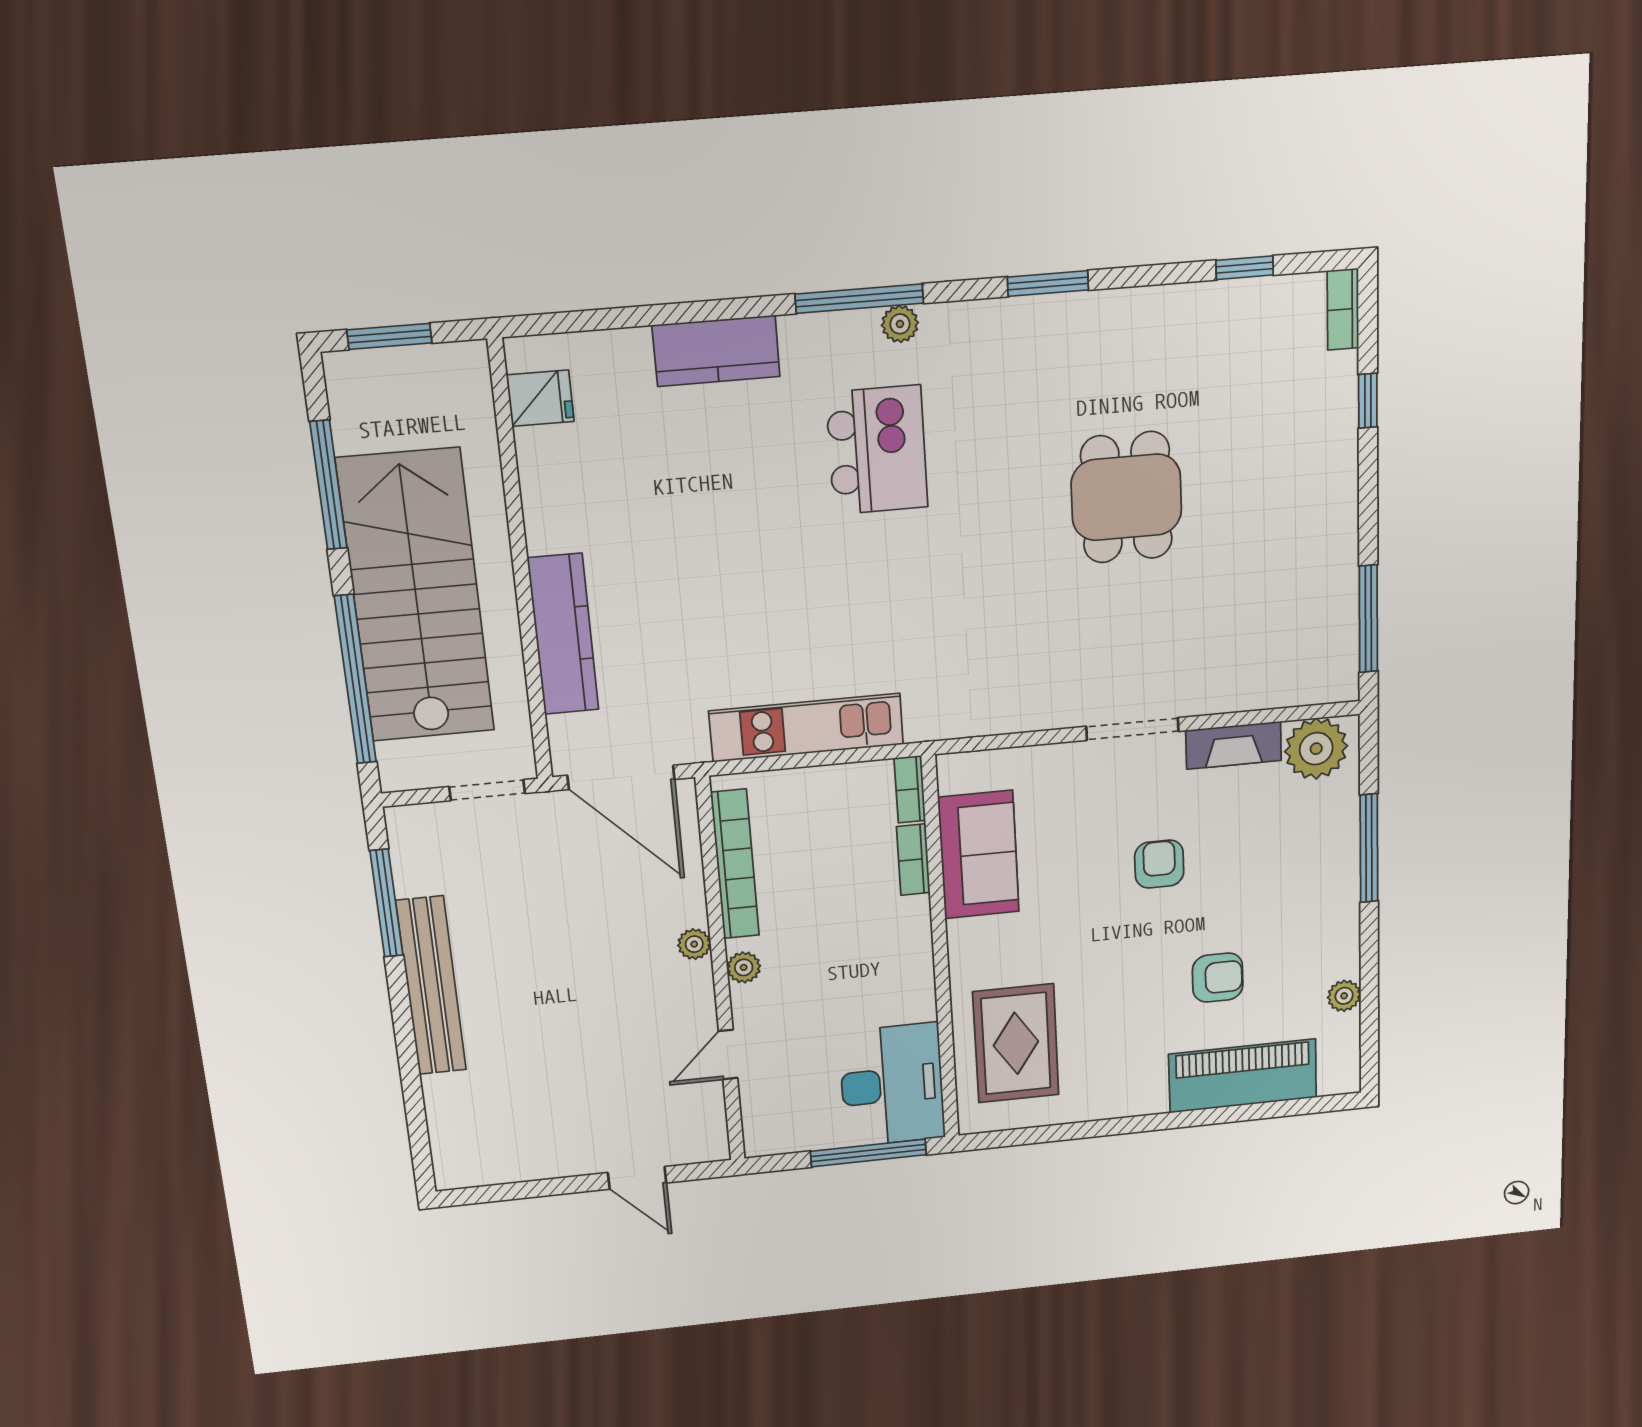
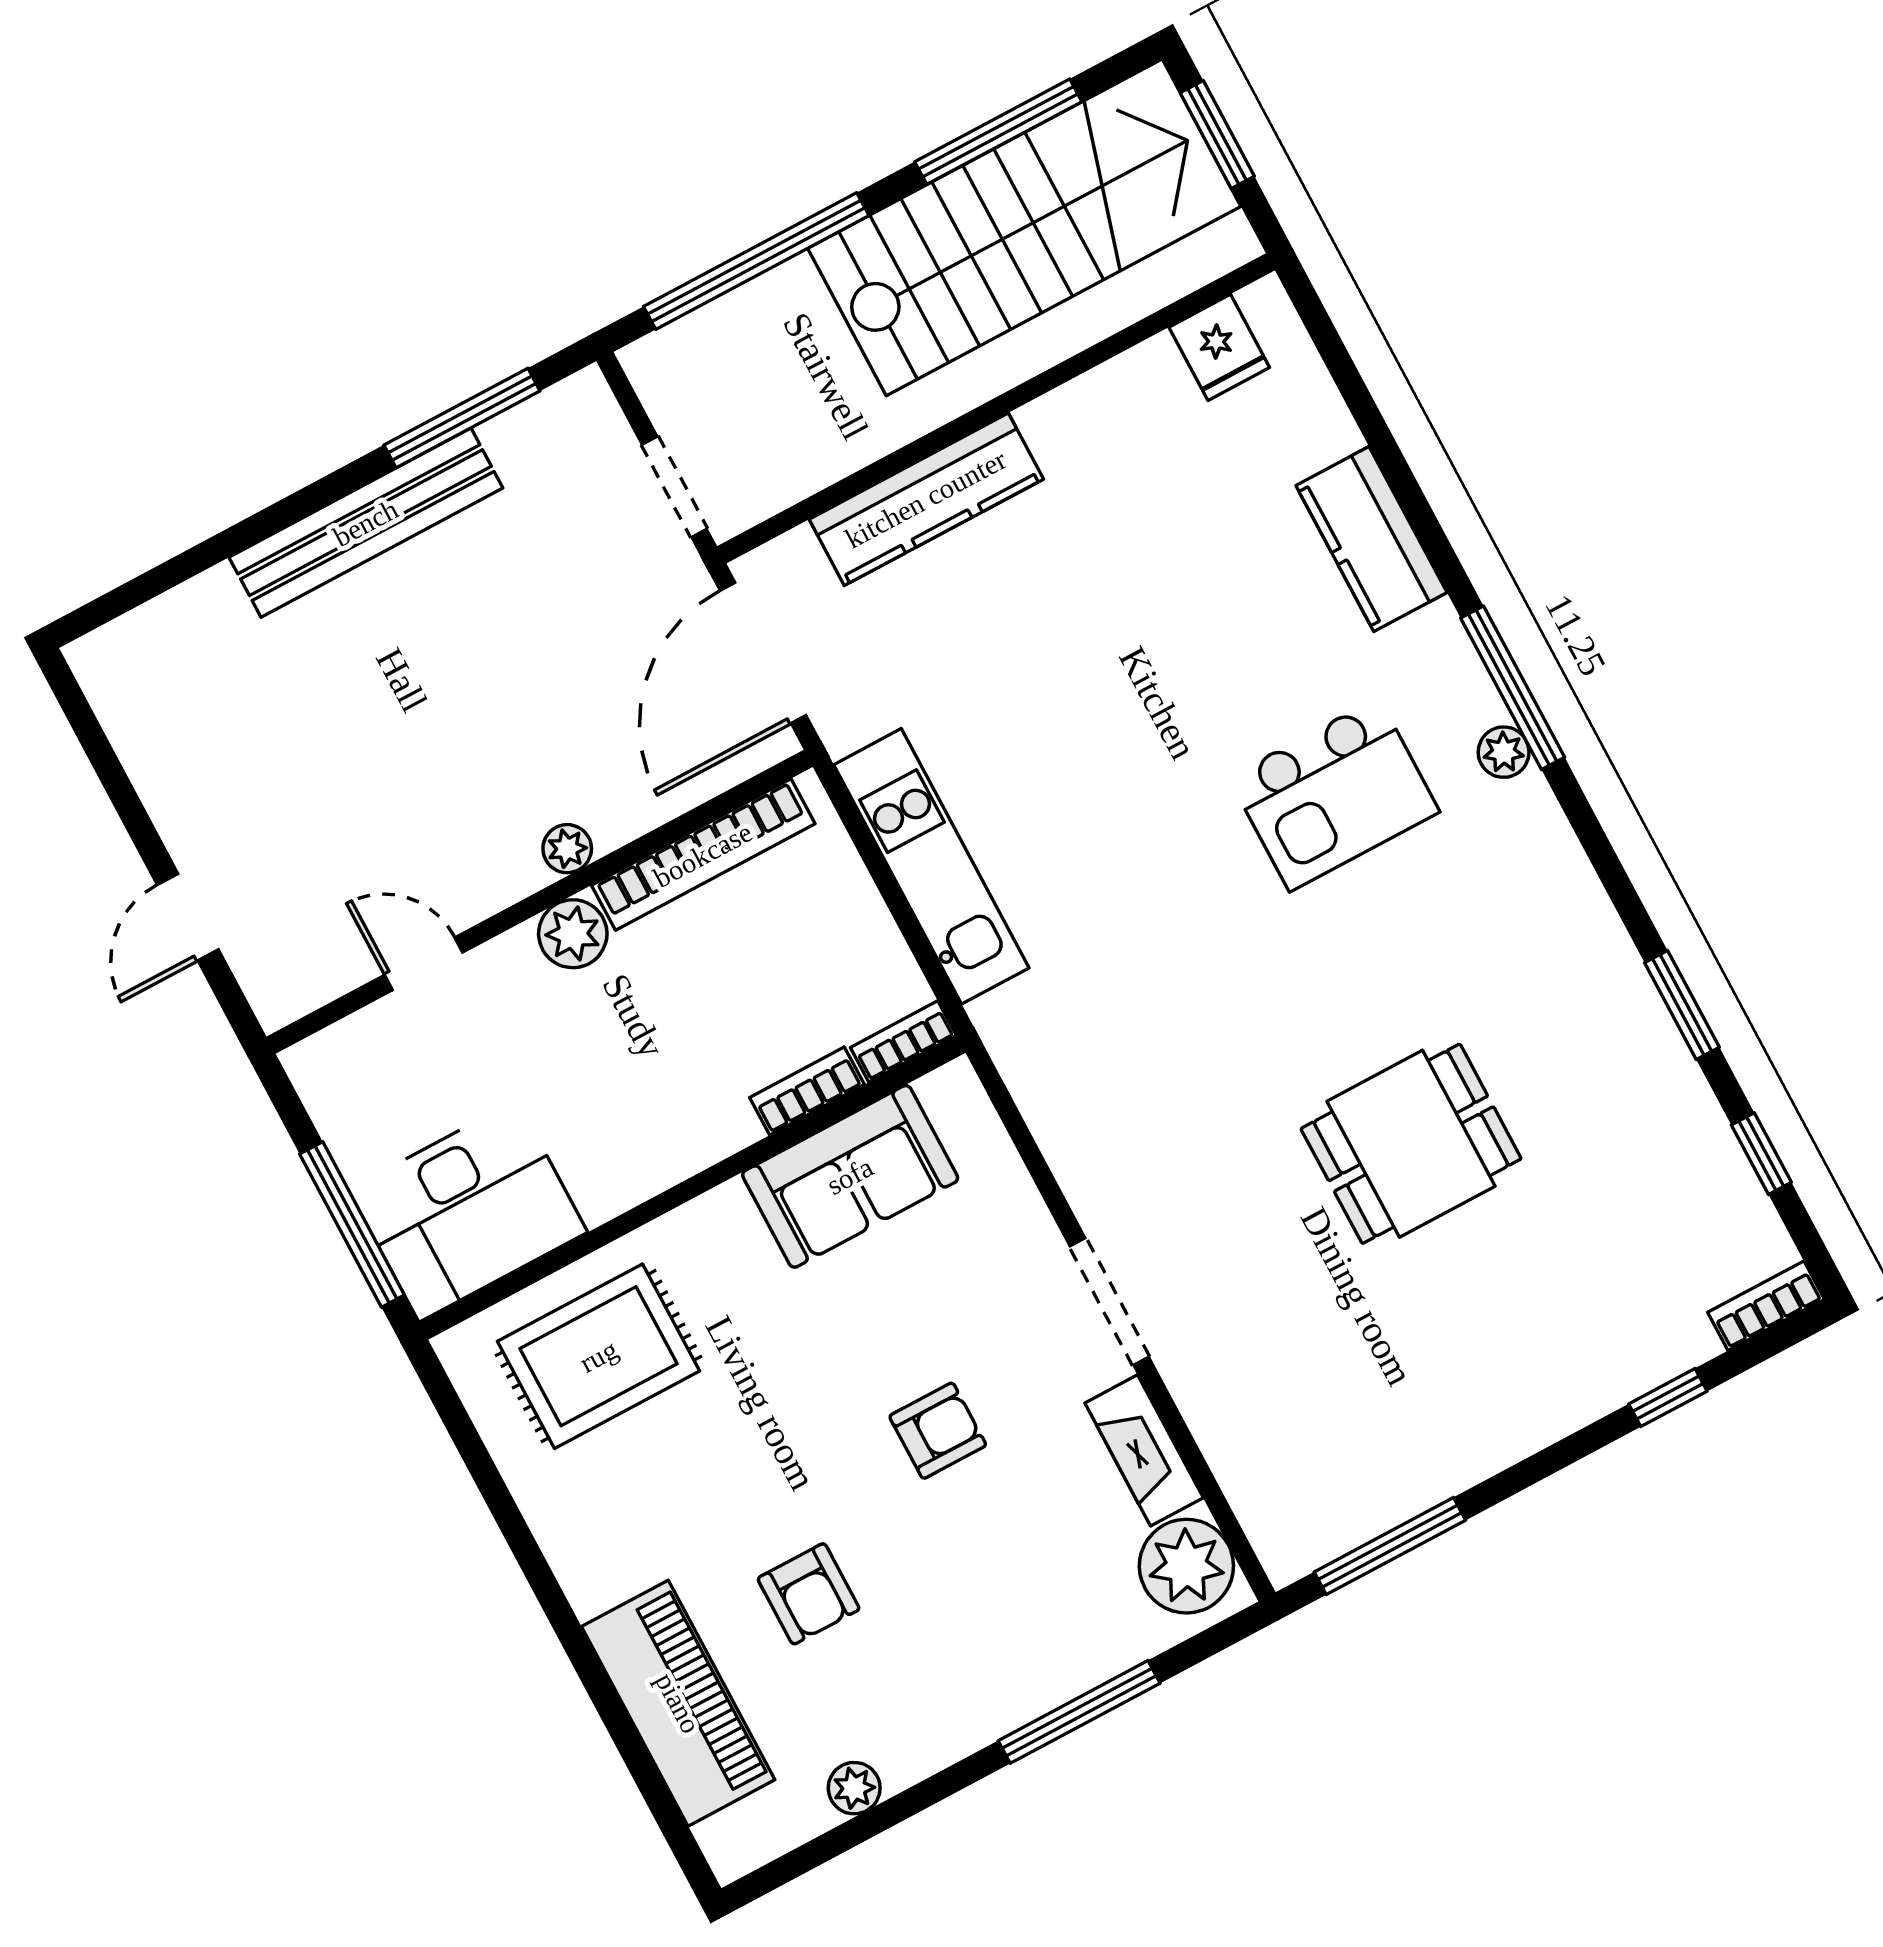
window: (1048, 283) -> (1682, 1005), moved
stairs: (416, 596) -> (1024, 227), moved
plant: (744, 967) -> (573, 934), width x1.38, depth x1.38

